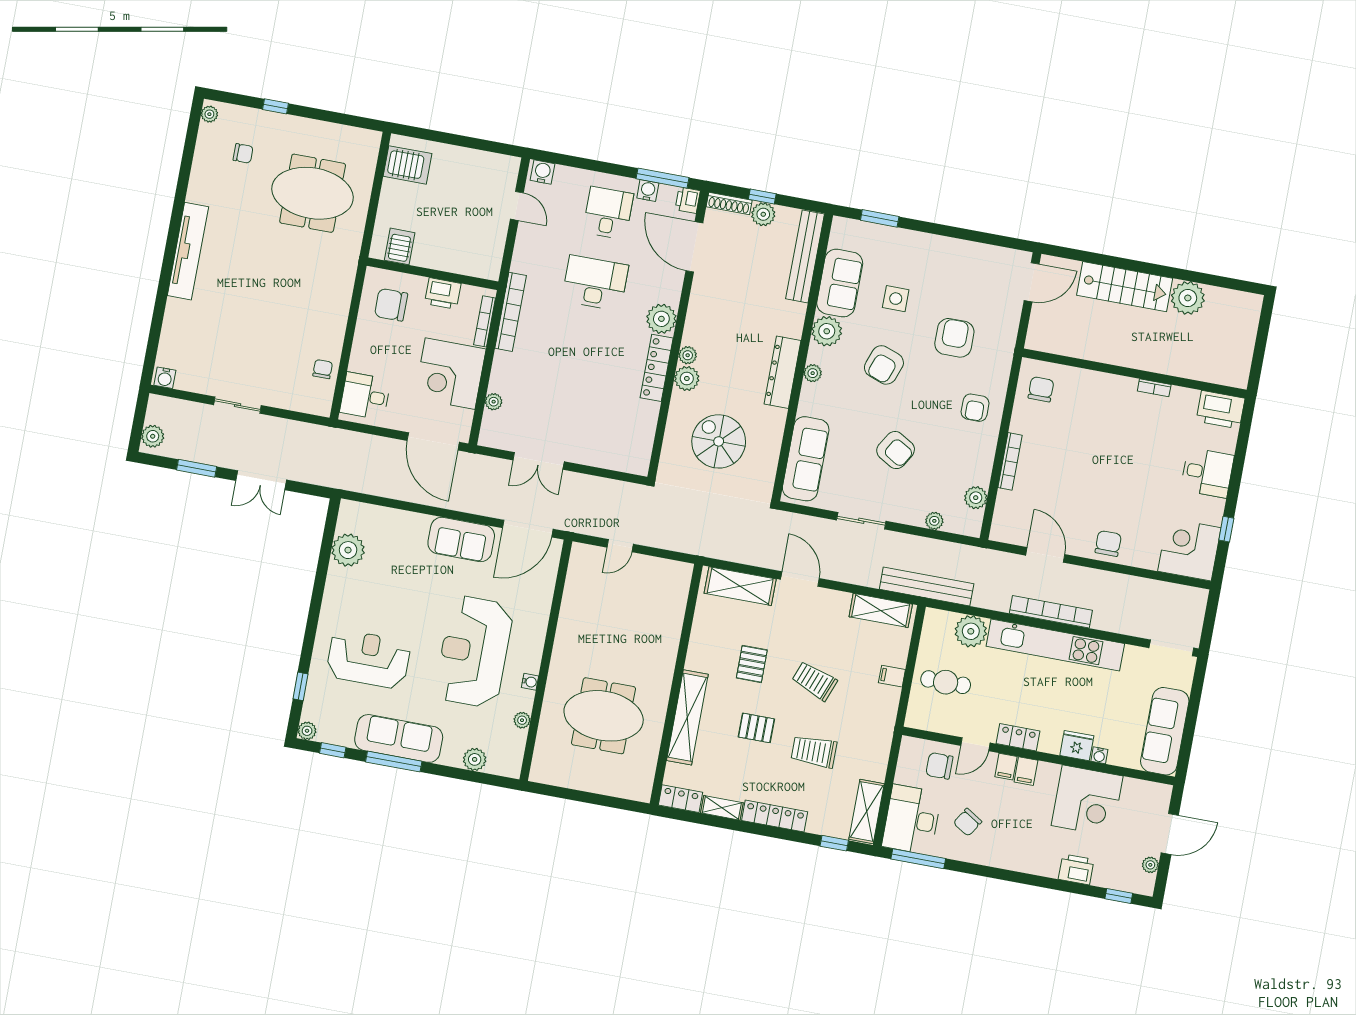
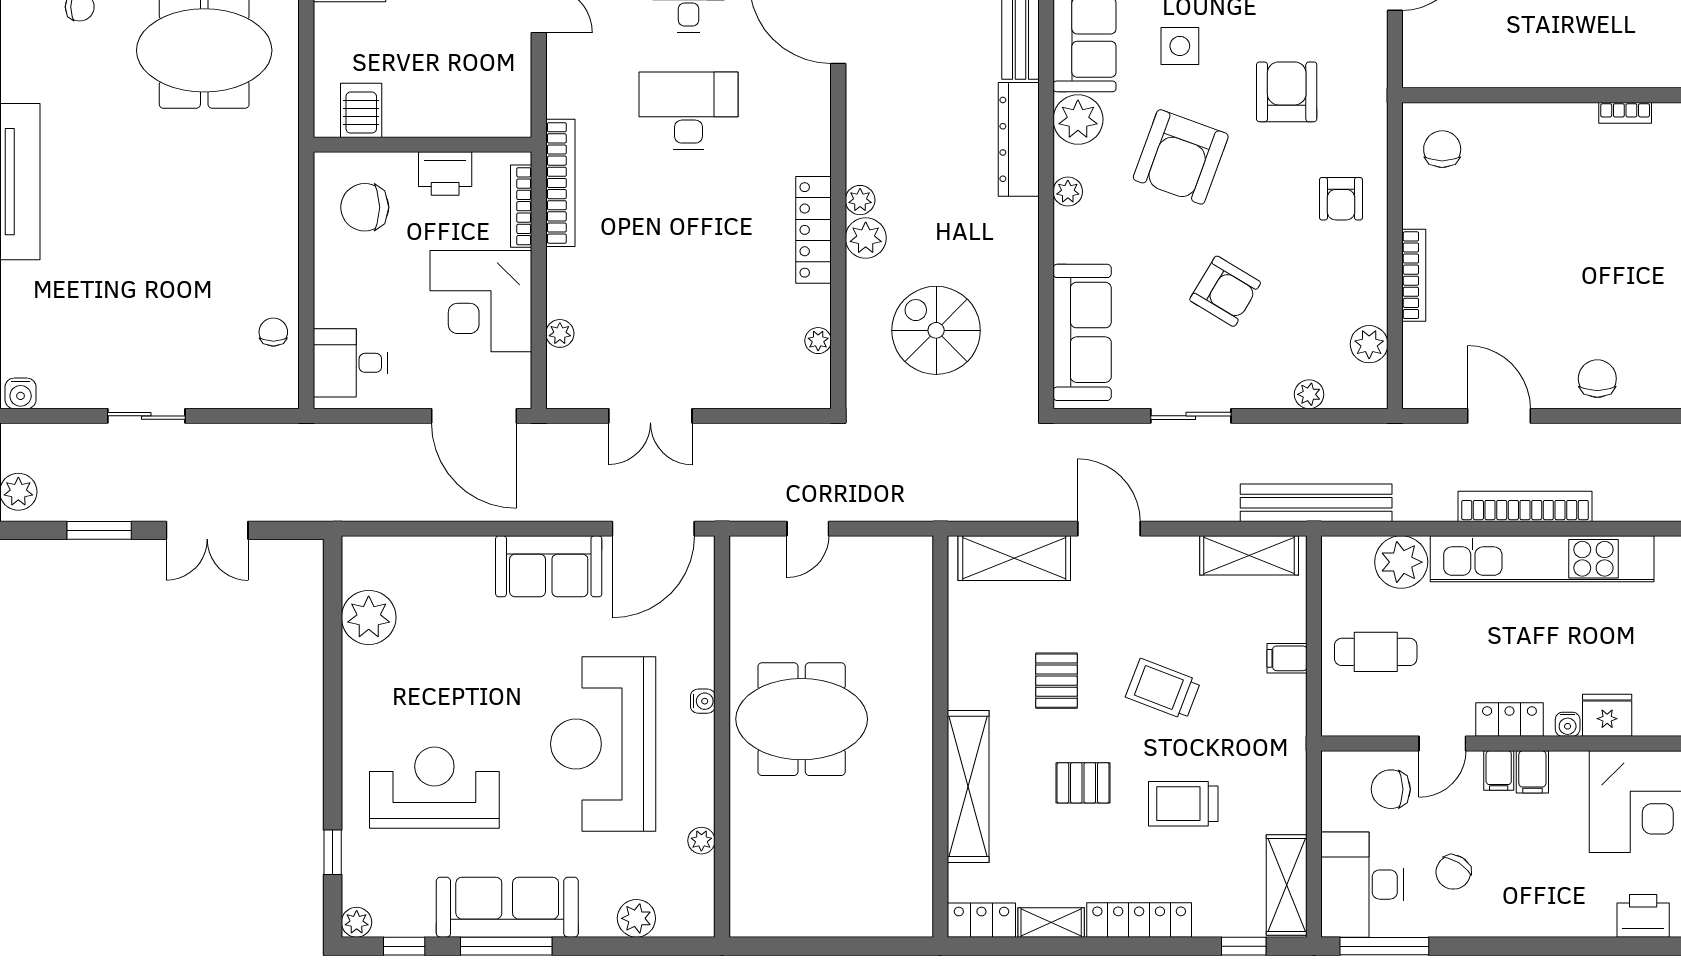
plant: (661, 319) -> (818, 341), moved, width x0.53, depth x0.53
armchair: (884, 365) -> (1181, 157), width x1.36, depth x1.36
dresser: (783, 372) -> (1019, 139), moved
water cooler: (530, 682) -> (703, 701), moved
meeting table: (604, 716) -> (802, 719), moved
water cooler: (1099, 755) -> (1568, 724), moved

